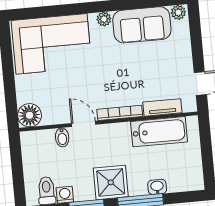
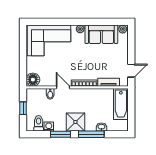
bathtub: (159, 132) -> (121, 104), moved, turned 90
window: (17, 167) -> (23, 108), added

